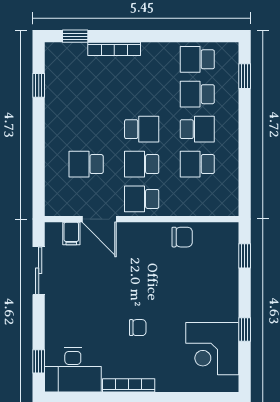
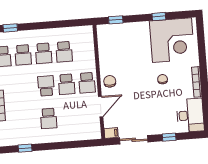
school desk: (197, 129) -> (44, 53), turned 180
school desk: (86, 164) -> (49, 118), moved
filing cabinet: (71, 233) -> (111, 133), moved
chair: (182, 237) -> (110, 81), moved
corner desk: (212, 349) -> (172, 40), width x1.36, depth x1.36
window: (39, 361) -> (169, 137), moved

